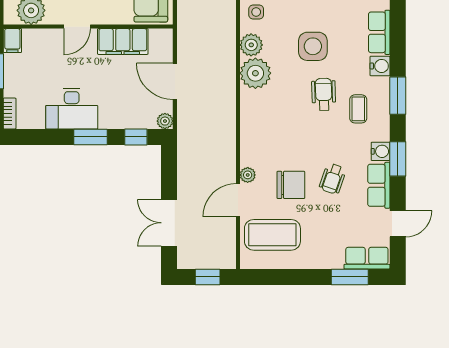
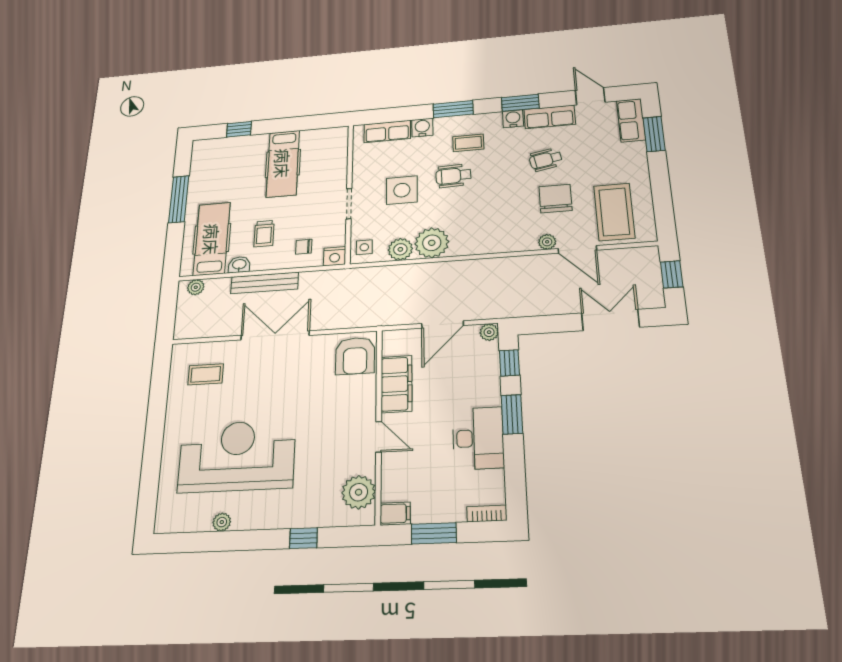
wheelchair: (333, 179) -> (546, 160), turned 150
double door: (169, 223) -> (610, 320), swing flipped

